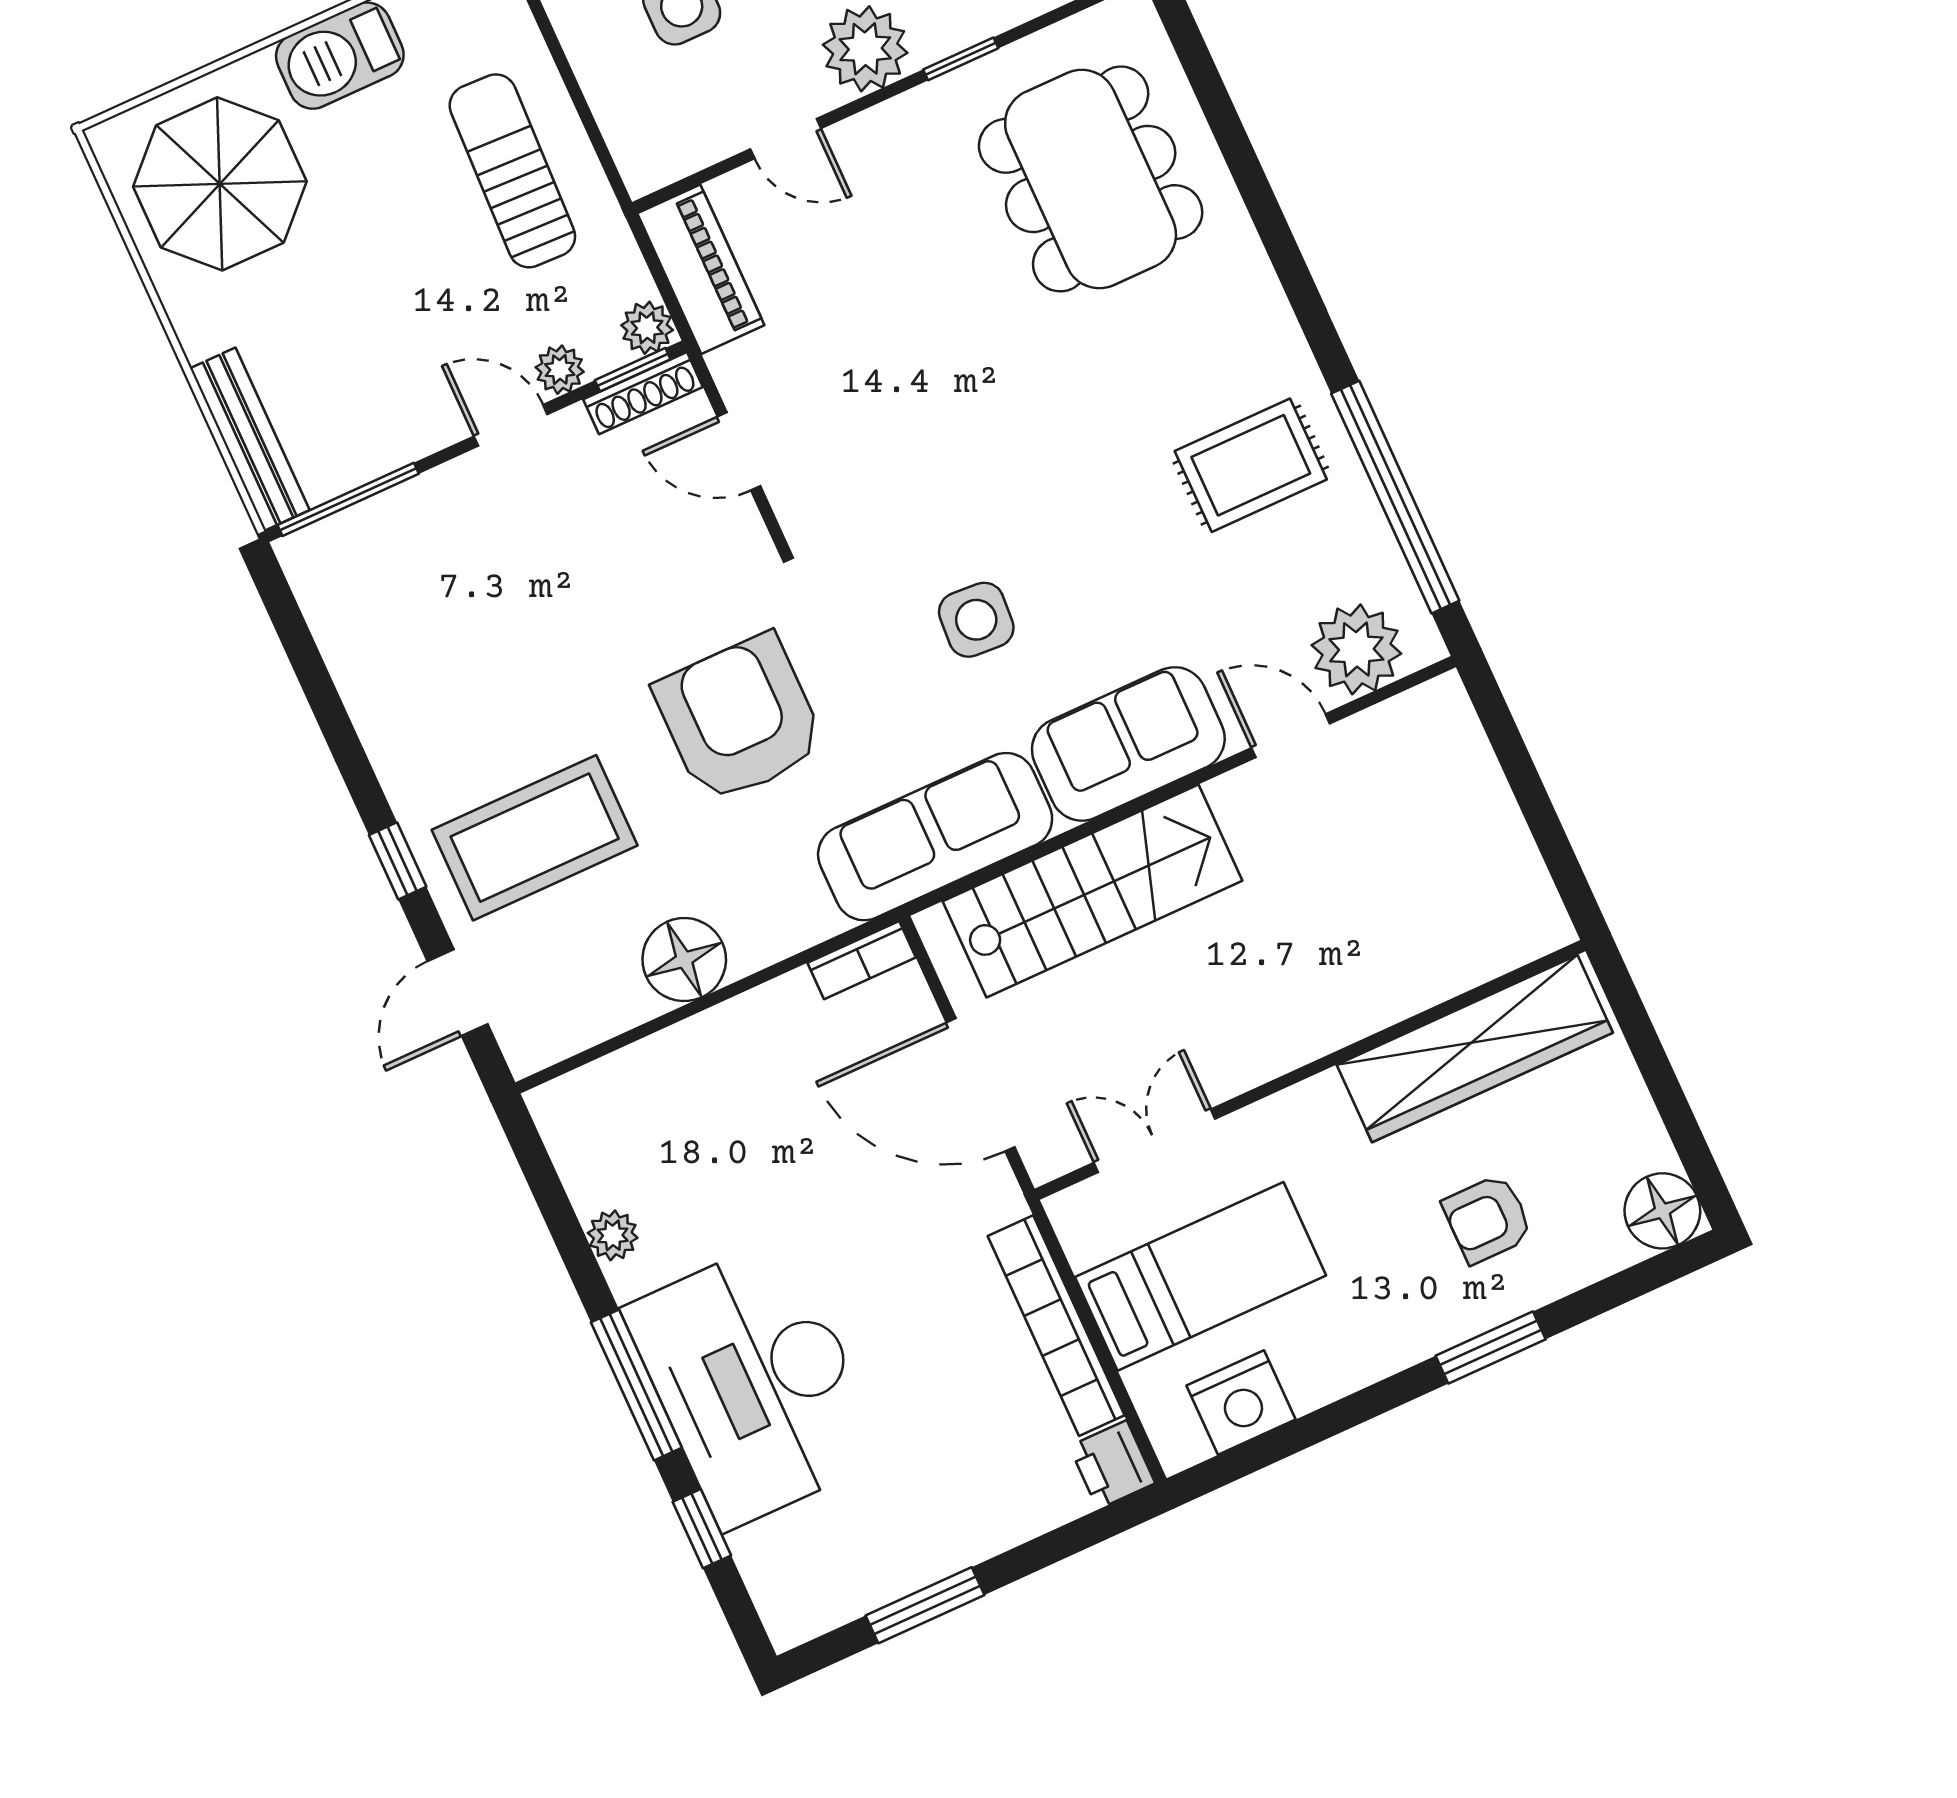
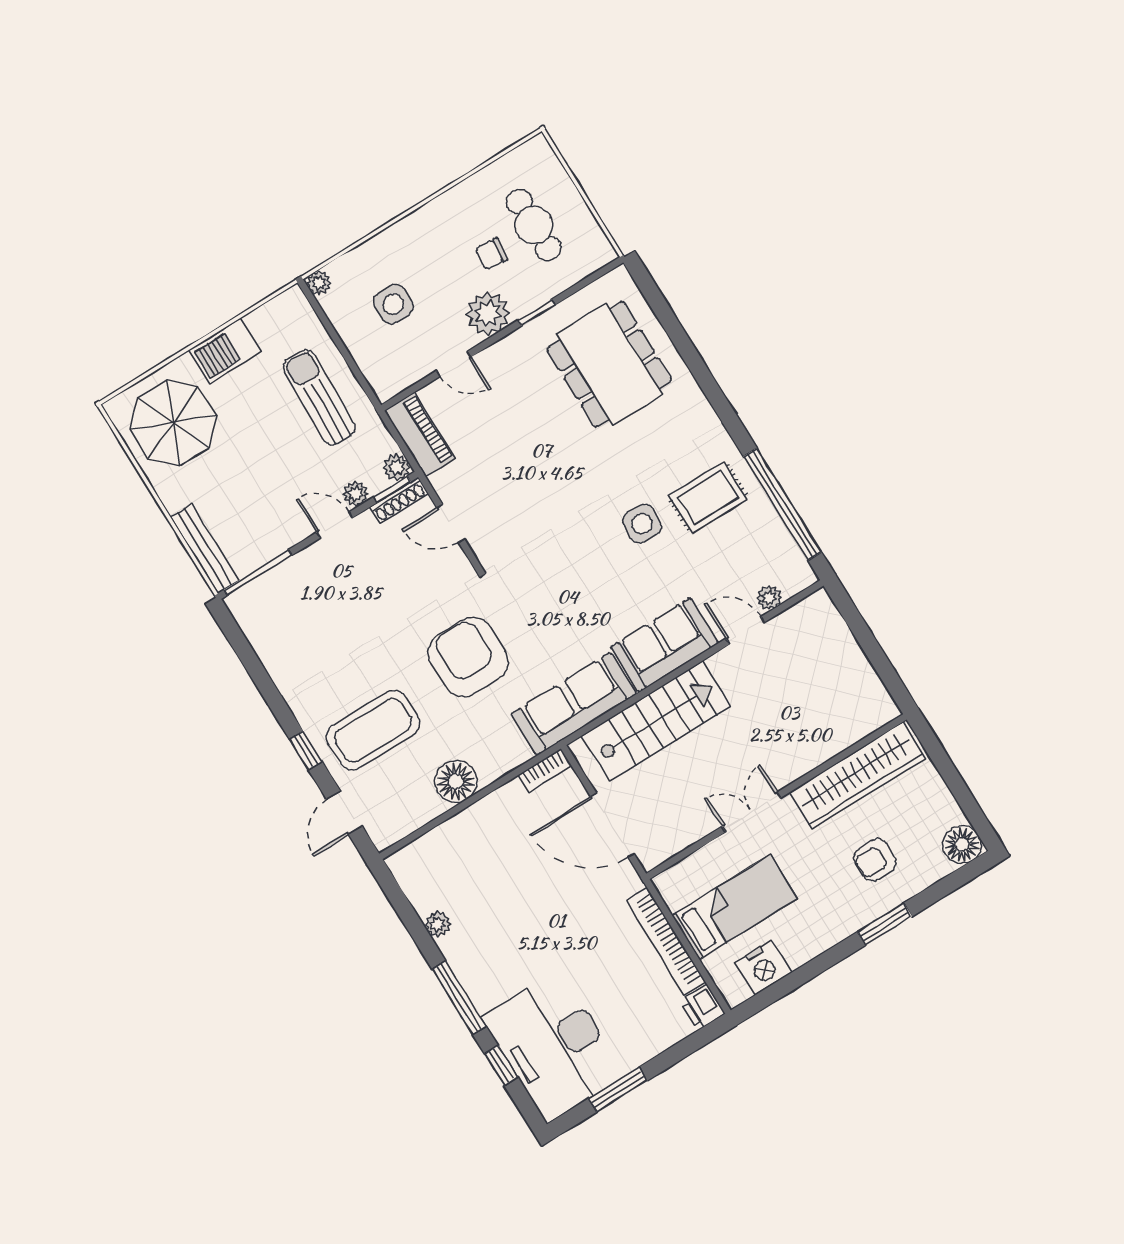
side table: (976, 620) -> (642, 524), moved
plant: (1356, 649) -> (769, 598), width x0.53, depth x0.53
double door: (1155, 1141) -> (751, 812), moved
desk: (755, 1383) -> (554, 1046), moved

